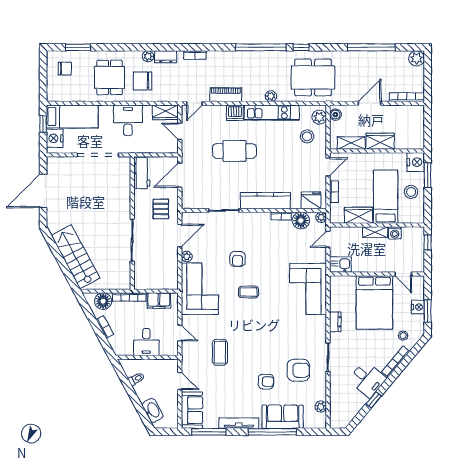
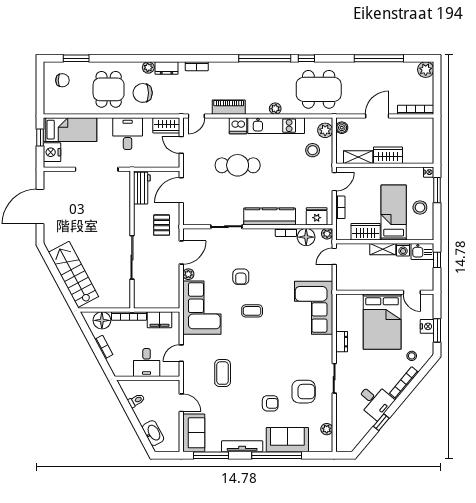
nightstand: (416, 162) -> (429, 172), width x0.53, depth x0.56
kitchen sink: (340, 265) -> (422, 251), moved, turned 180
door: (180, 333) -> (181, 353), swing flipped

